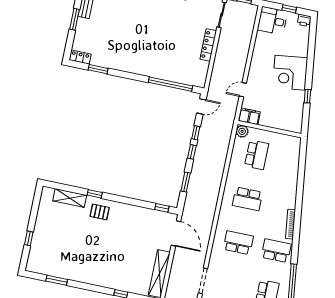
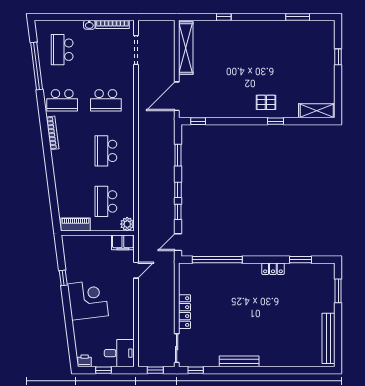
window: (74, 19) -> (338, 291), moved
locker: (80, 57) -> (273, 269), moved
piano: (287, 140) -> (75, 224), added
shelving: (70, 198) -> (317, 111), moved
school desk: (247, 199) -> (106, 151), turned -90
door: (176, 233) -> (177, 96), hinge flipped

